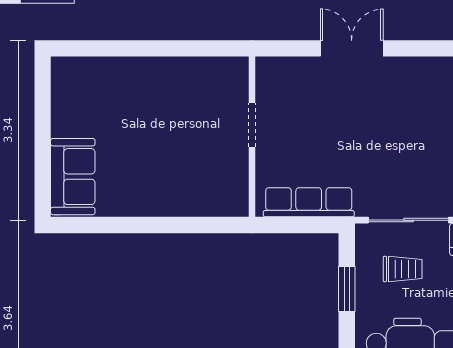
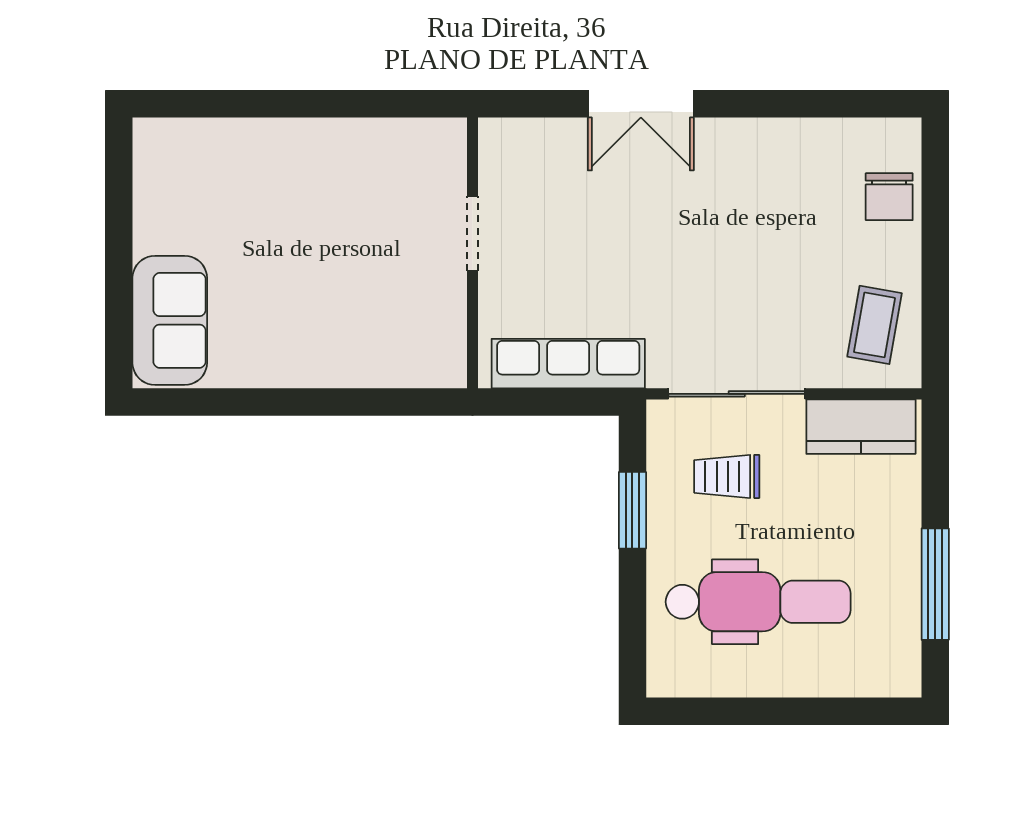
double door: (352, 48) -> (641, 104), swing flipped
trolley: (403, 269) -> (727, 476), turned 180

